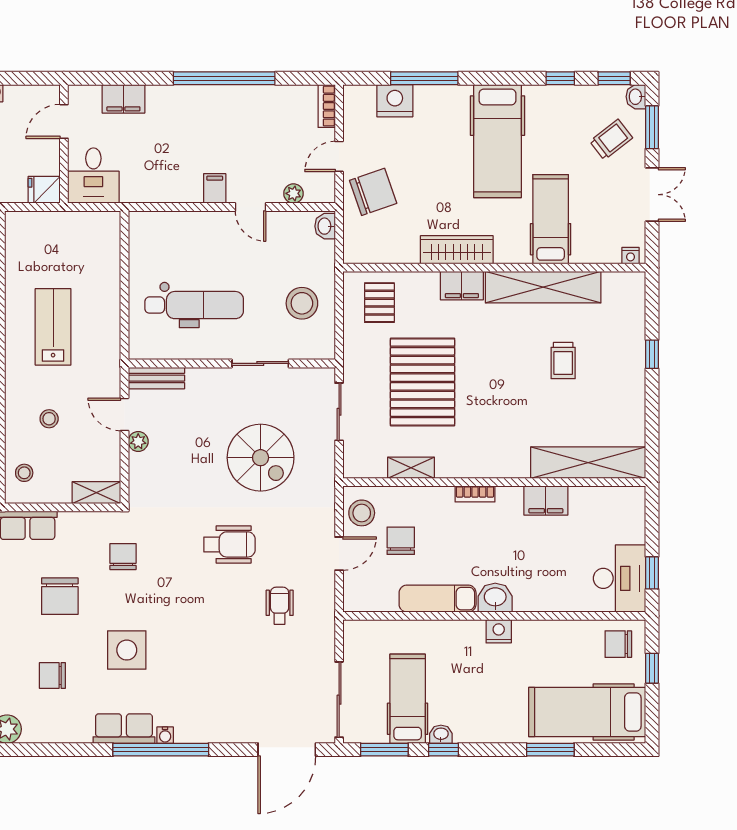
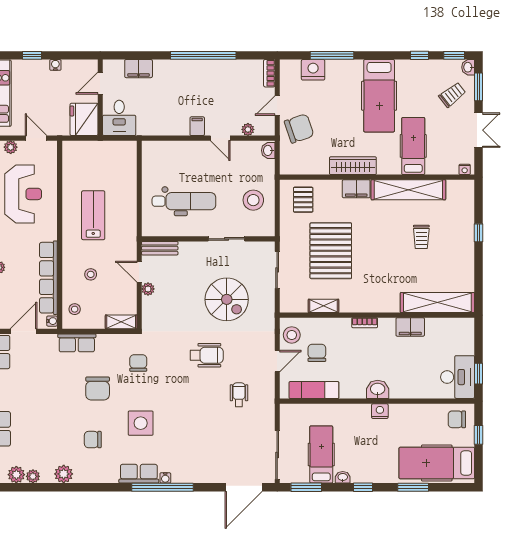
fridge: (44, 190) -> (84, 119), width x1.88, depth x1.34
exam couch: (438, 599) -> (314, 390), moved
window: (443, 750) -> (363, 487), moved

